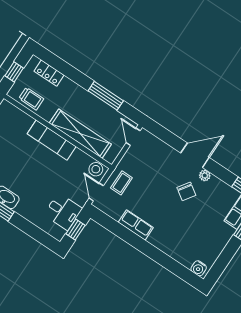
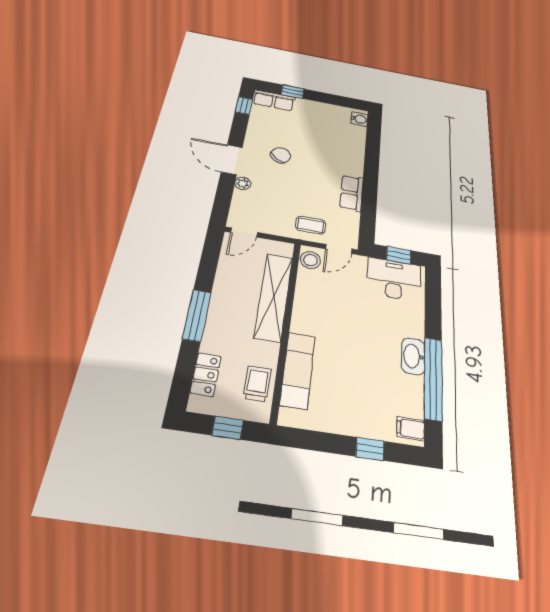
window: (106, 96) -> (197, 315), moved
exam couch: (52, 140) -> (298, 370), moved
plant: (205, 175) -> (243, 183), moved
desk: (63, 212) -> (394, 279), width x1.37

